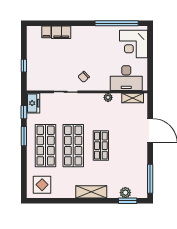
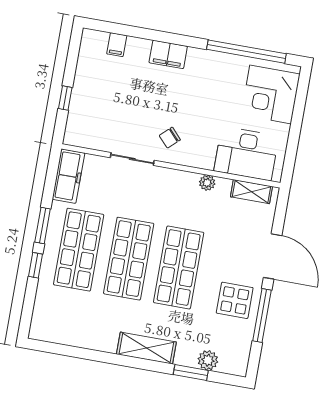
filing cabinet: (61, 32) -> (168, 54), moved
freezer: (33, 103) -> (68, 176), width x1.40
window: (24, 112) -> (35, 265), moved
shop shelf: (101, 146) -> (179, 267), width x1.43, depth x1.36
window: (150, 179) -> (262, 316), moved
display table: (42, 185) -> (235, 300), moved
window: (128, 201) -> (191, 372), moved

